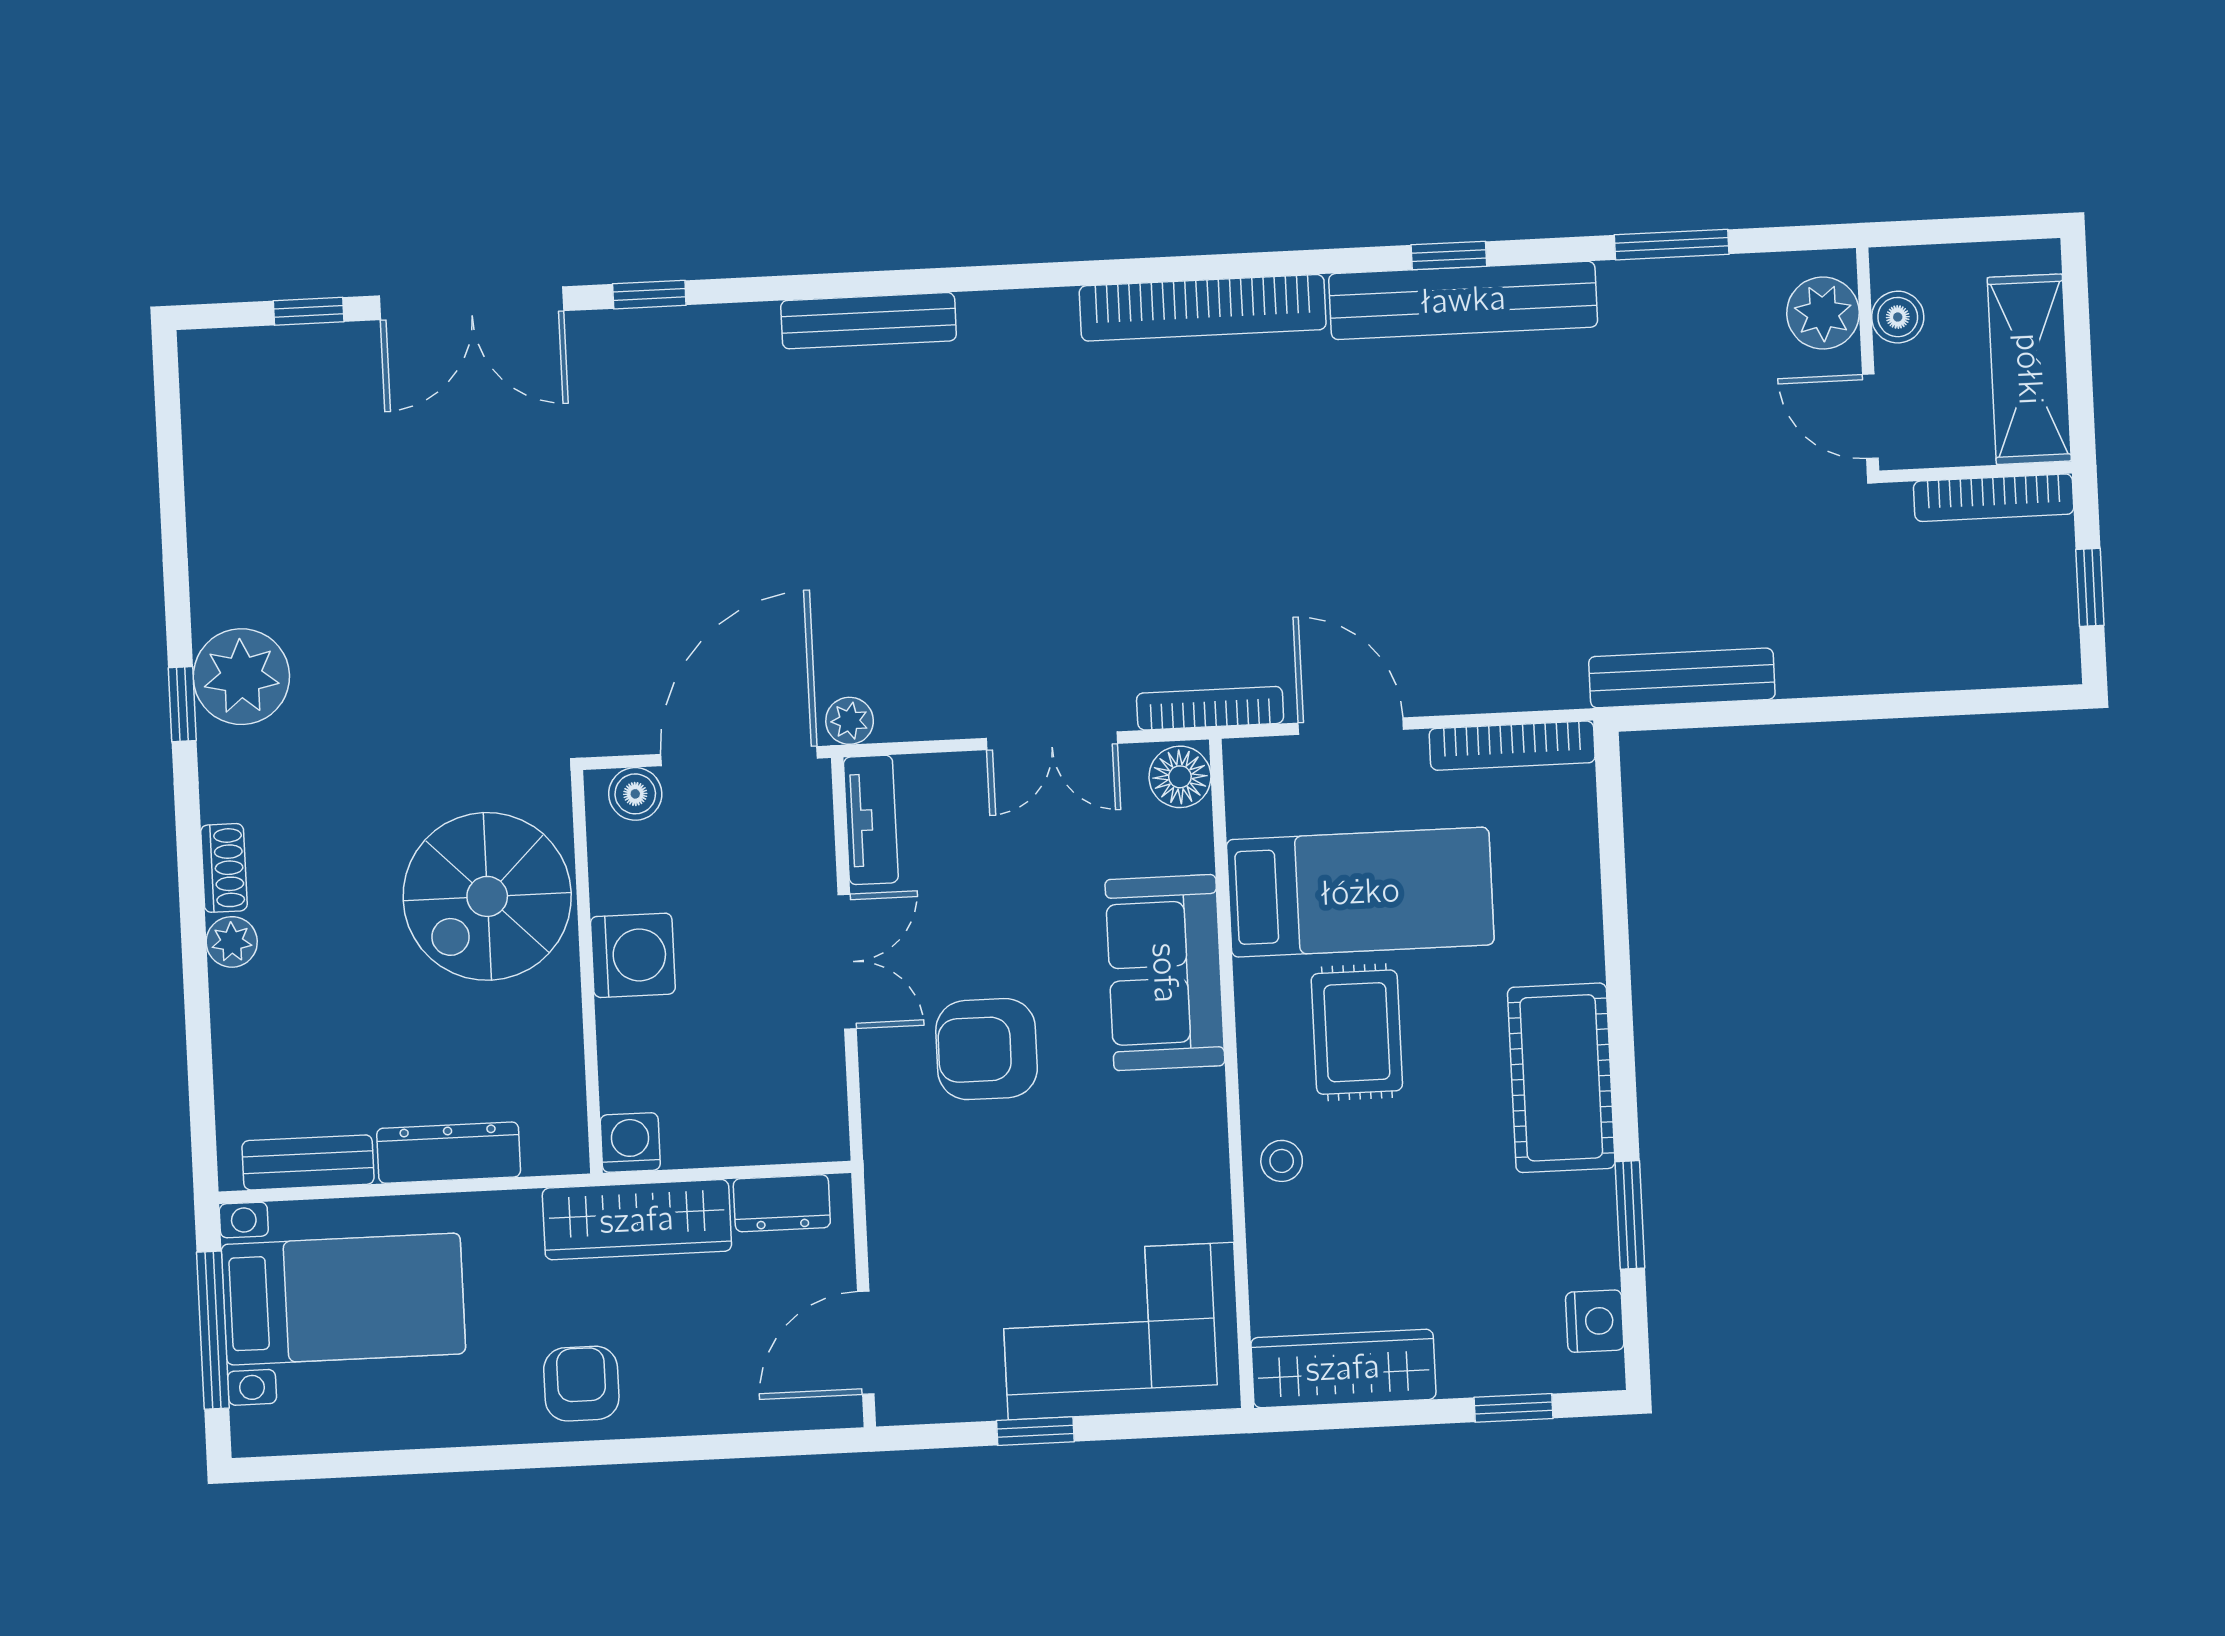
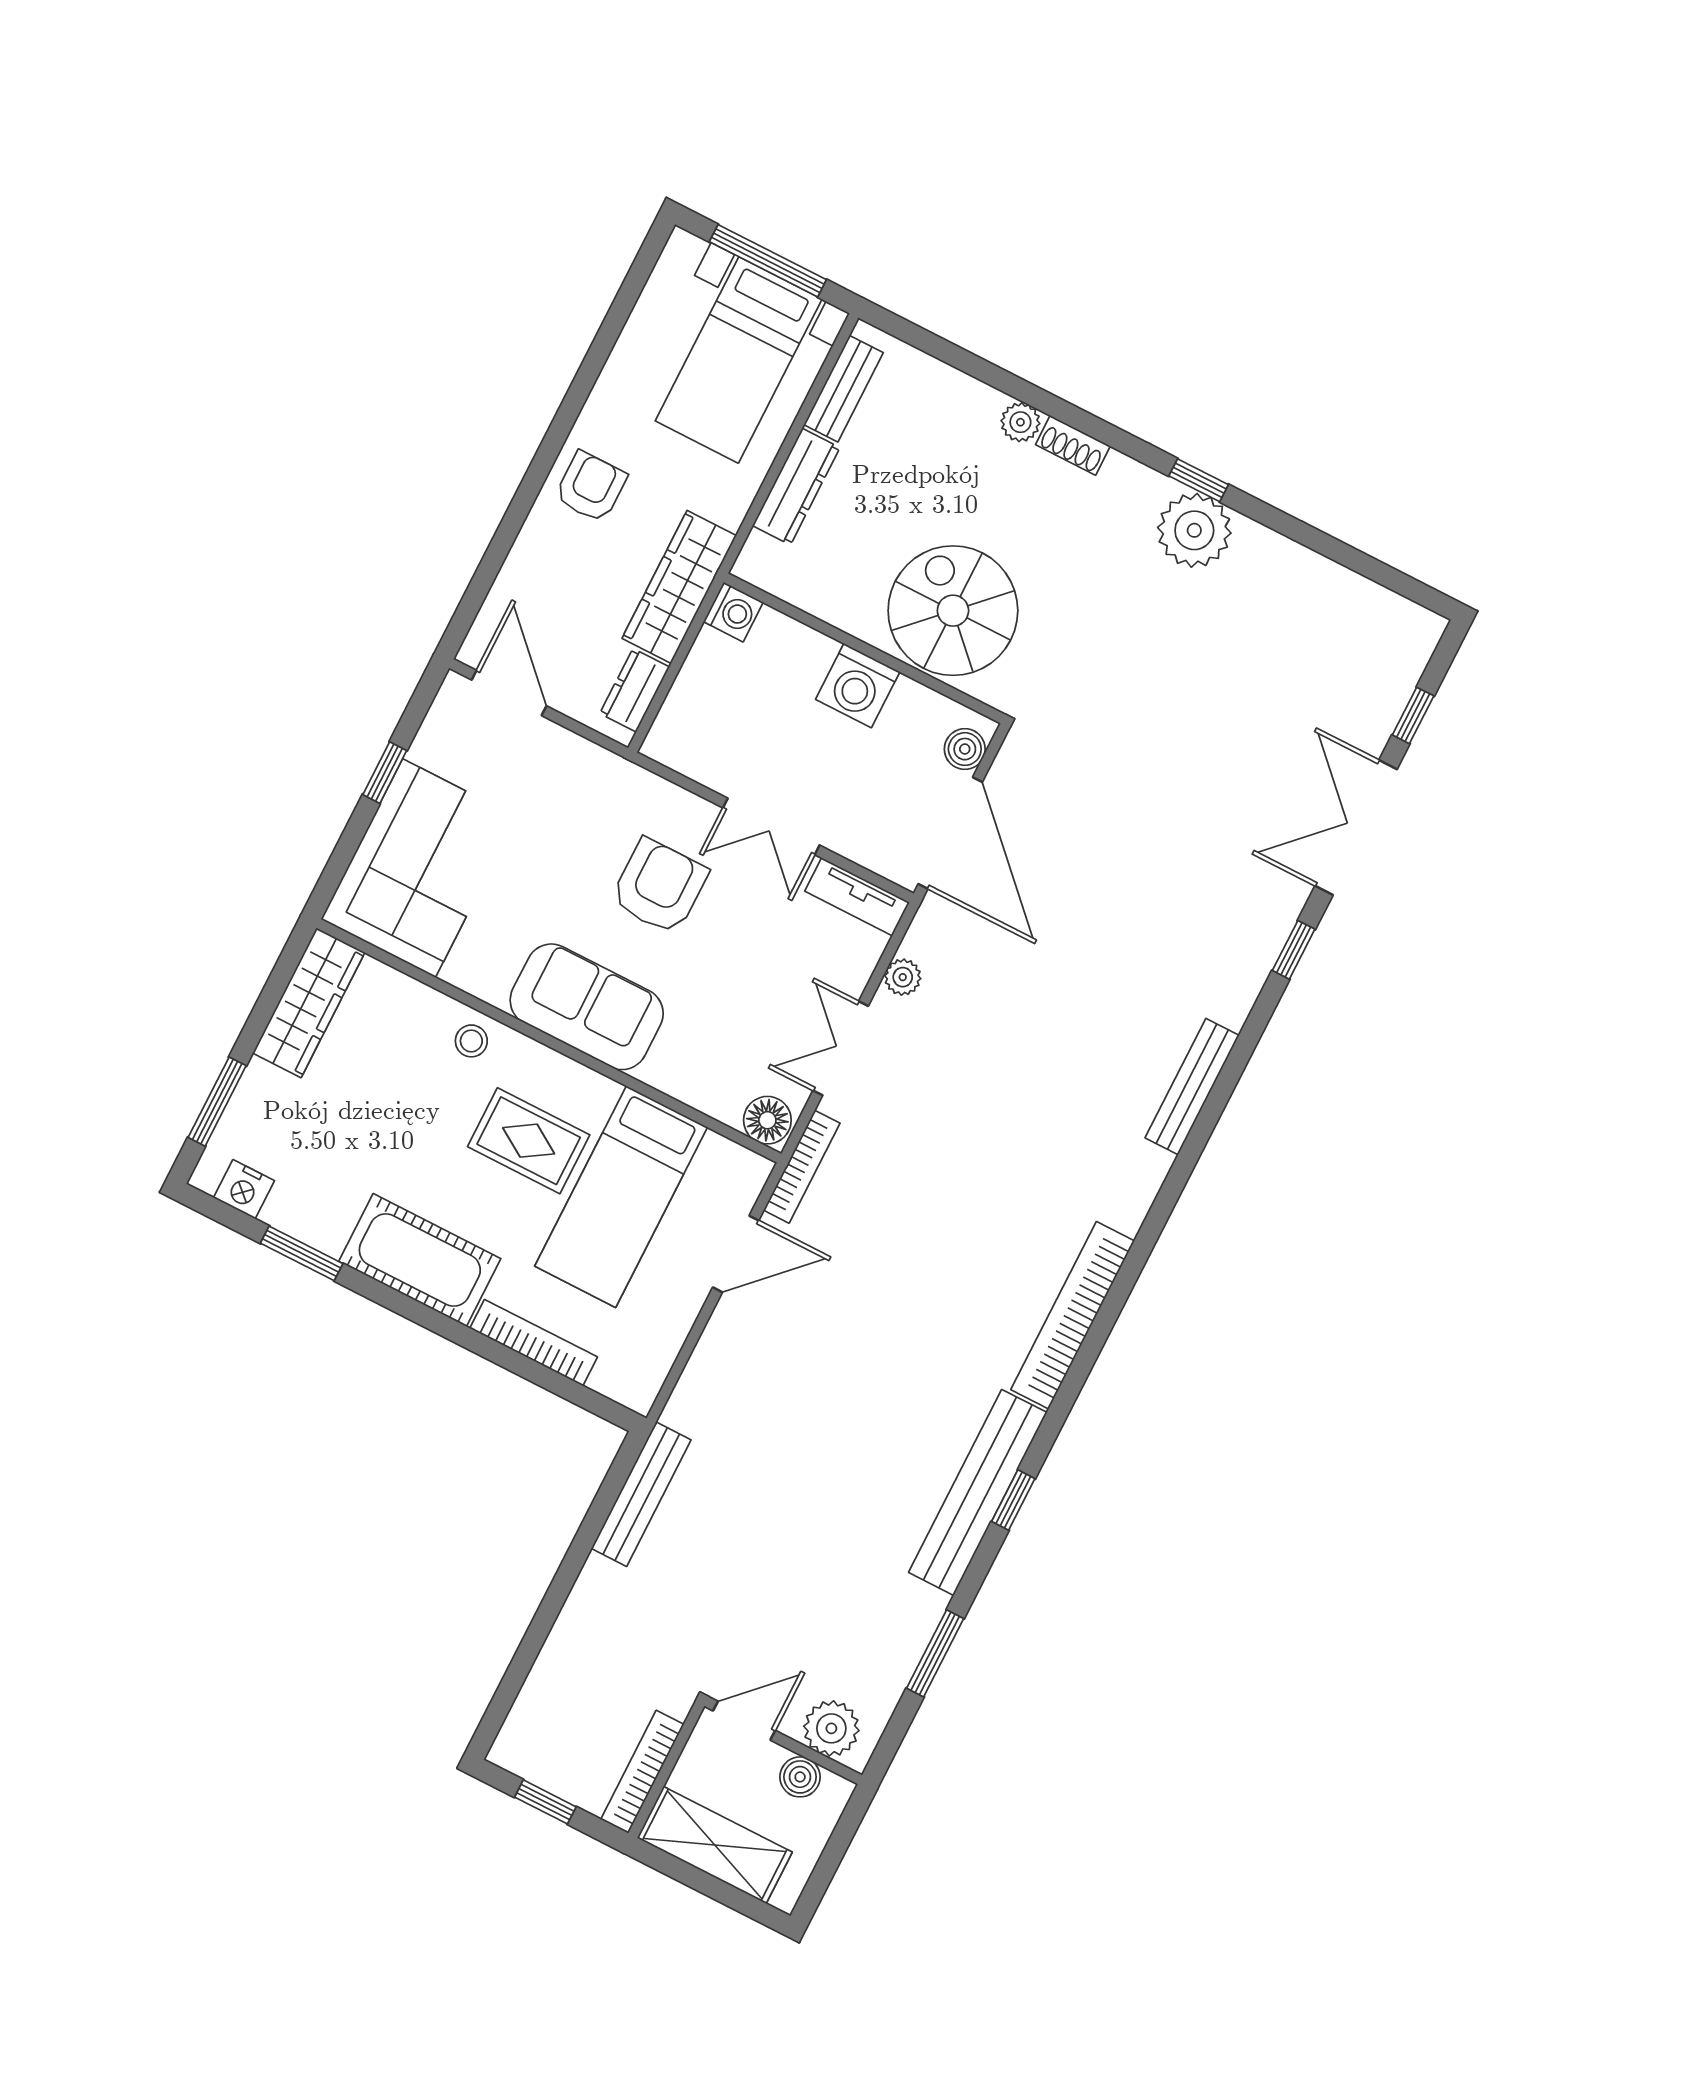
plant: (850, 721) -> (903, 977), moved
bookcase: (1512, 746) -> (534, 1343), moved, turned 90
sofa: (1165, 973) -> (587, 1007), moved
armchair: (581, 1384) -> (591, 487), turned -90
window: (1513, 1408) -> (217, 1102), width x1.50

